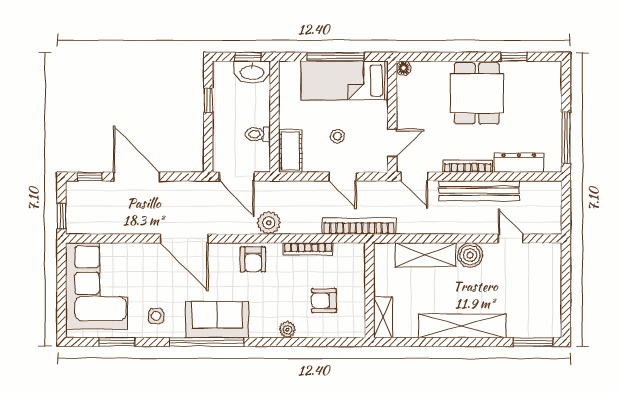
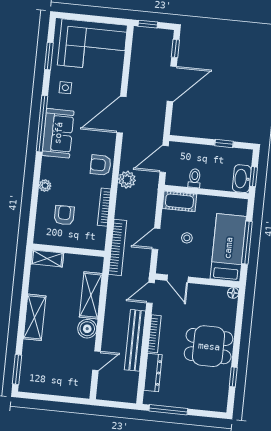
shelving: (462, 326) -> (35, 317), width x0.68

